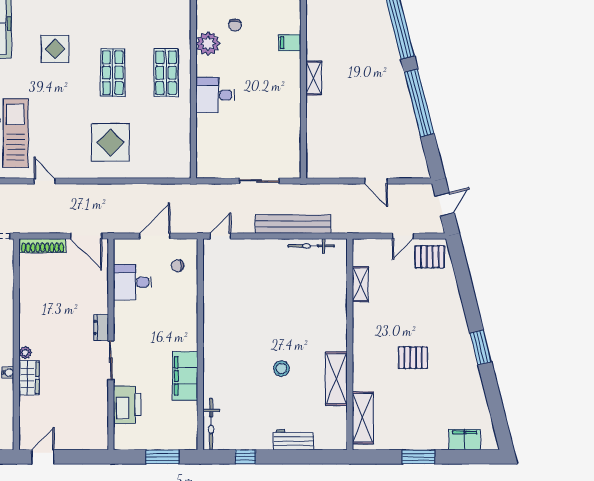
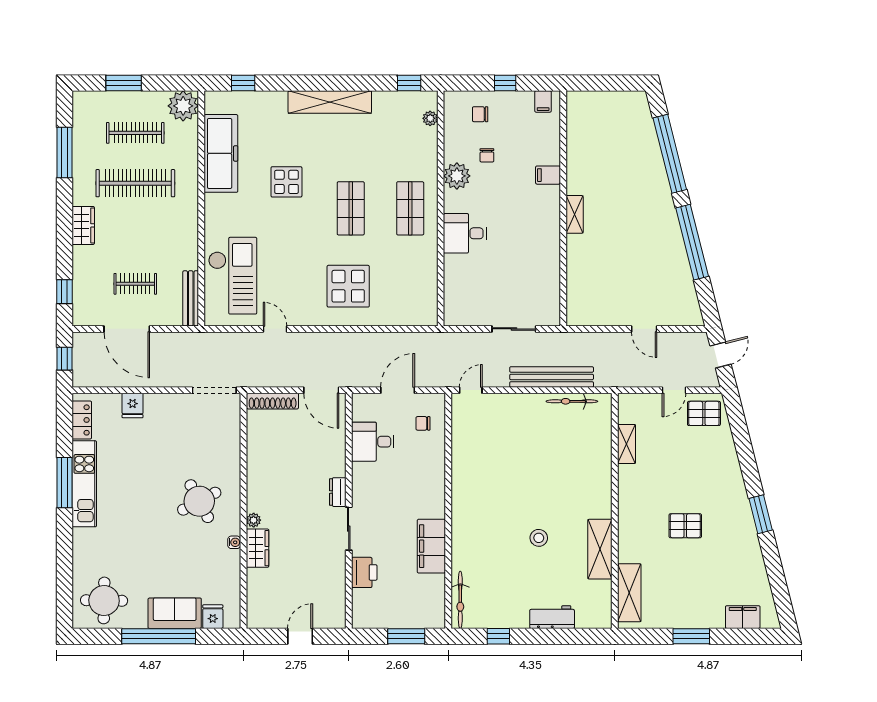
printer: (127, 405) -> (364, 572), width x0.73, depth x0.84
door: (43, 457) -> (300, 636), moved

